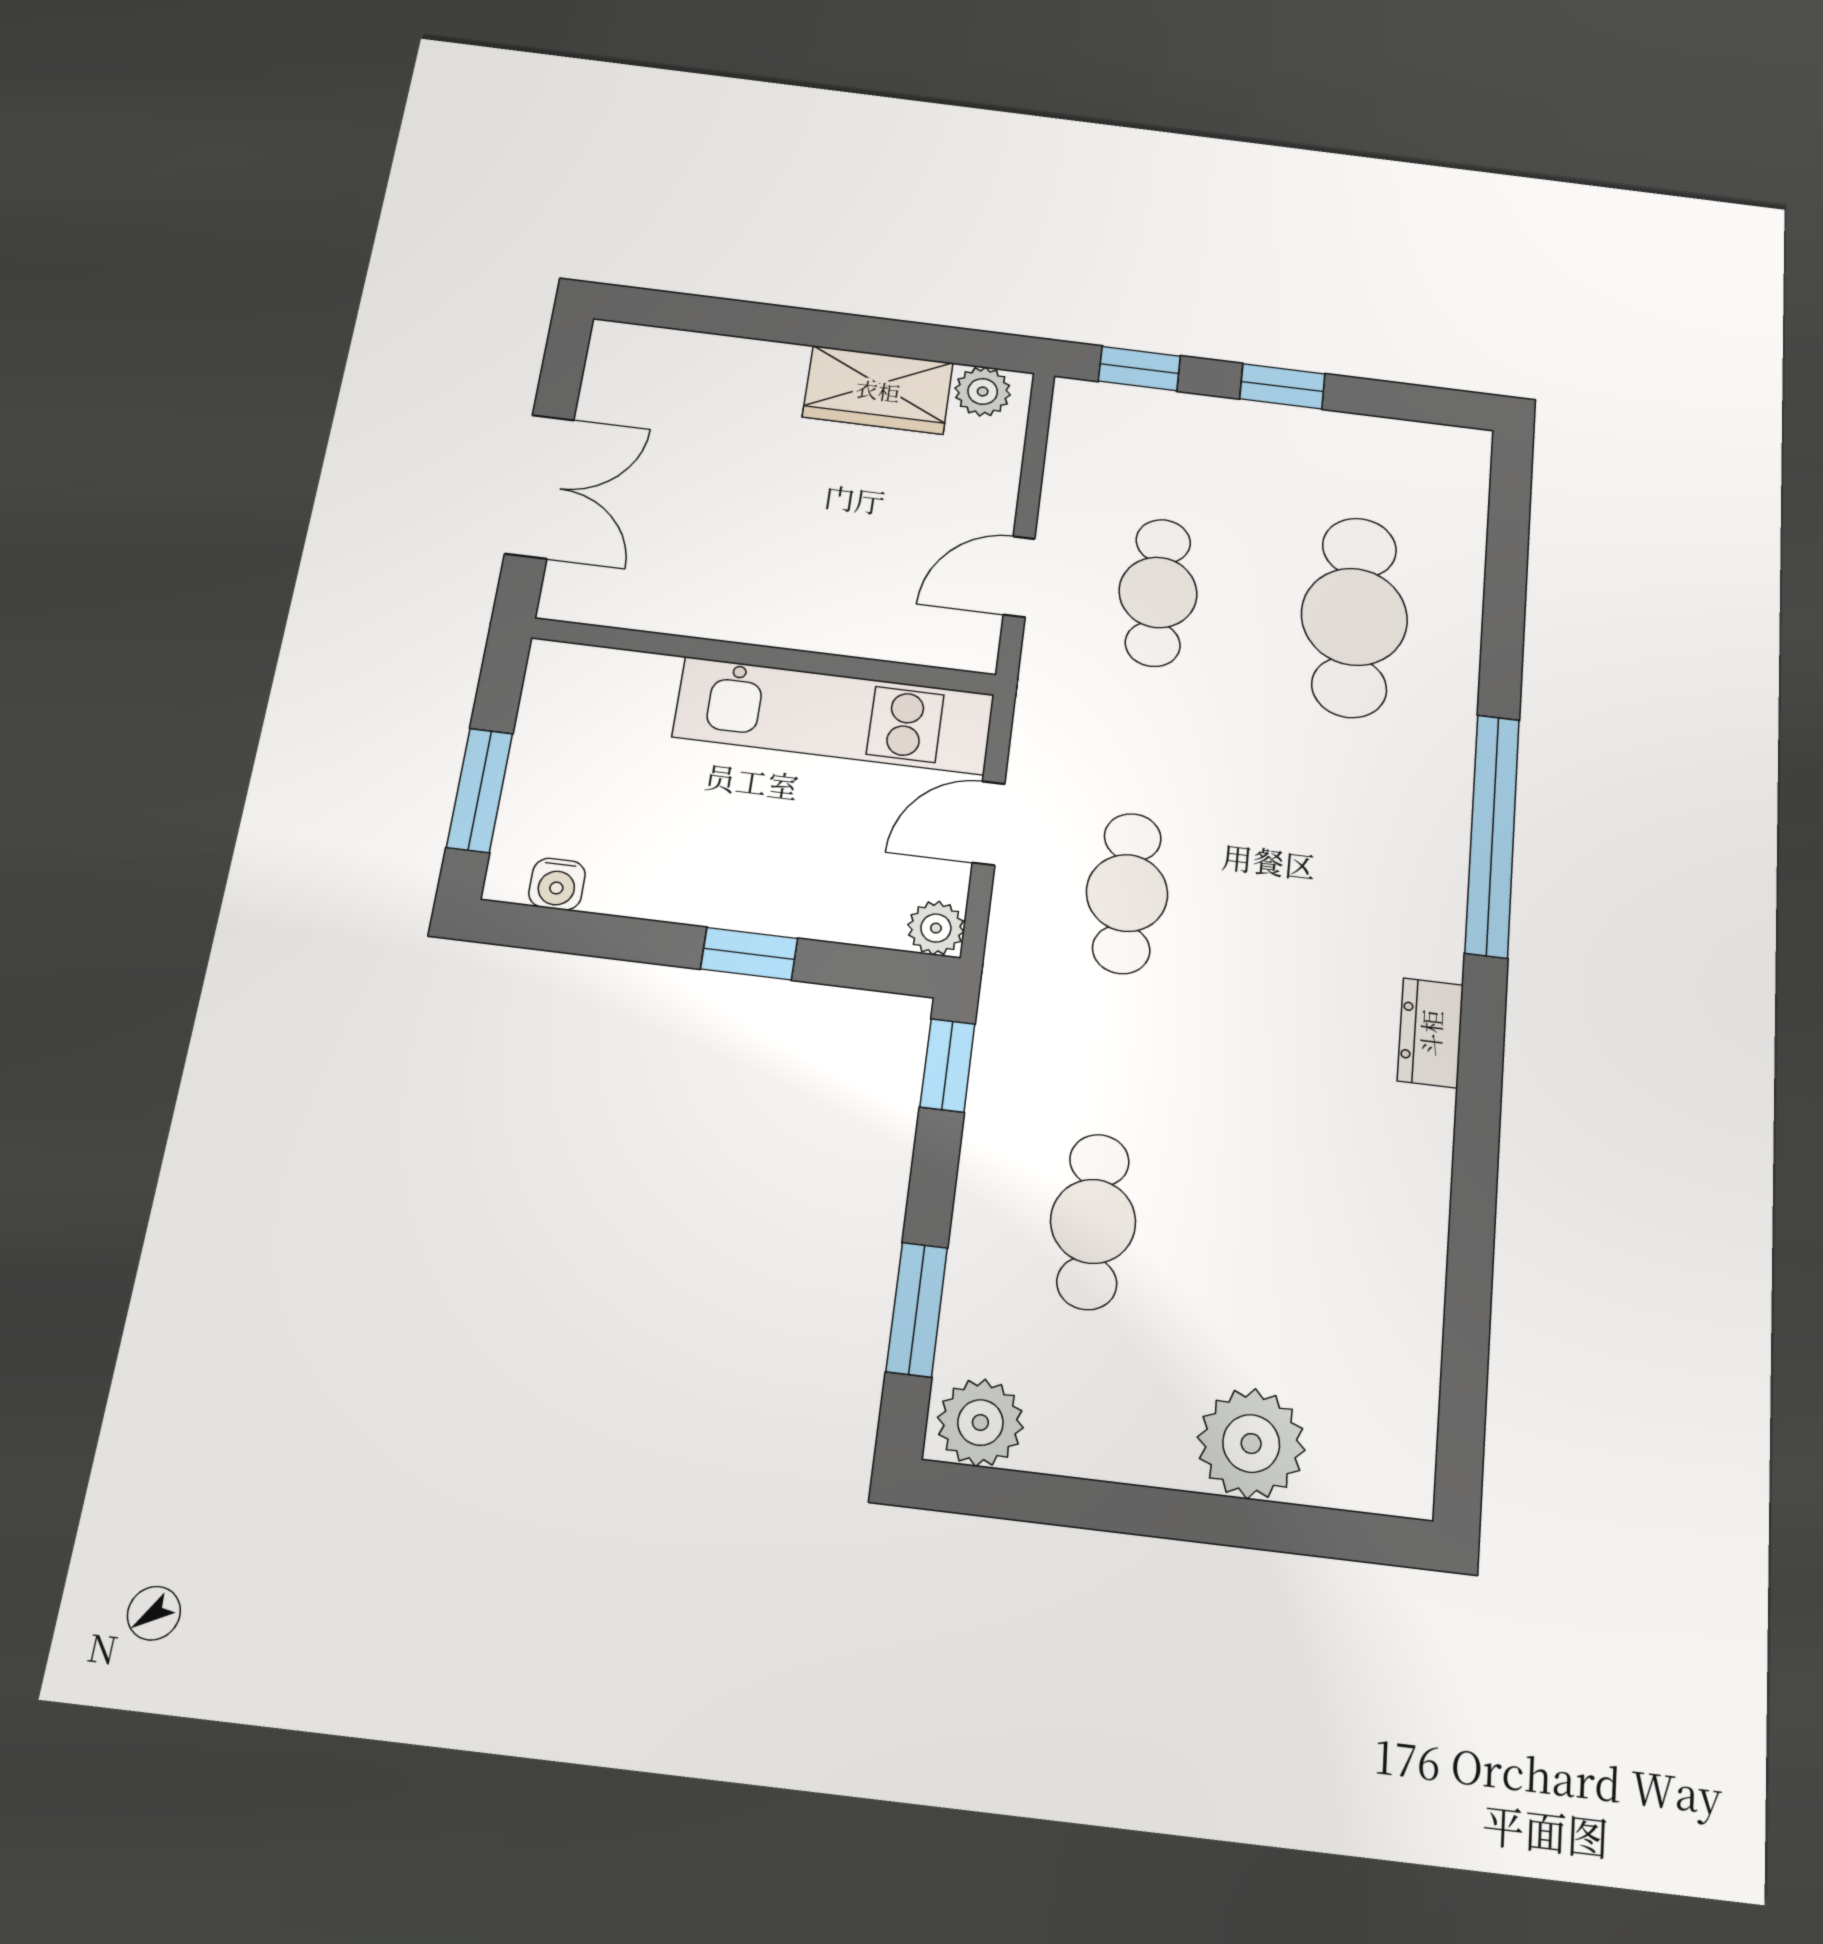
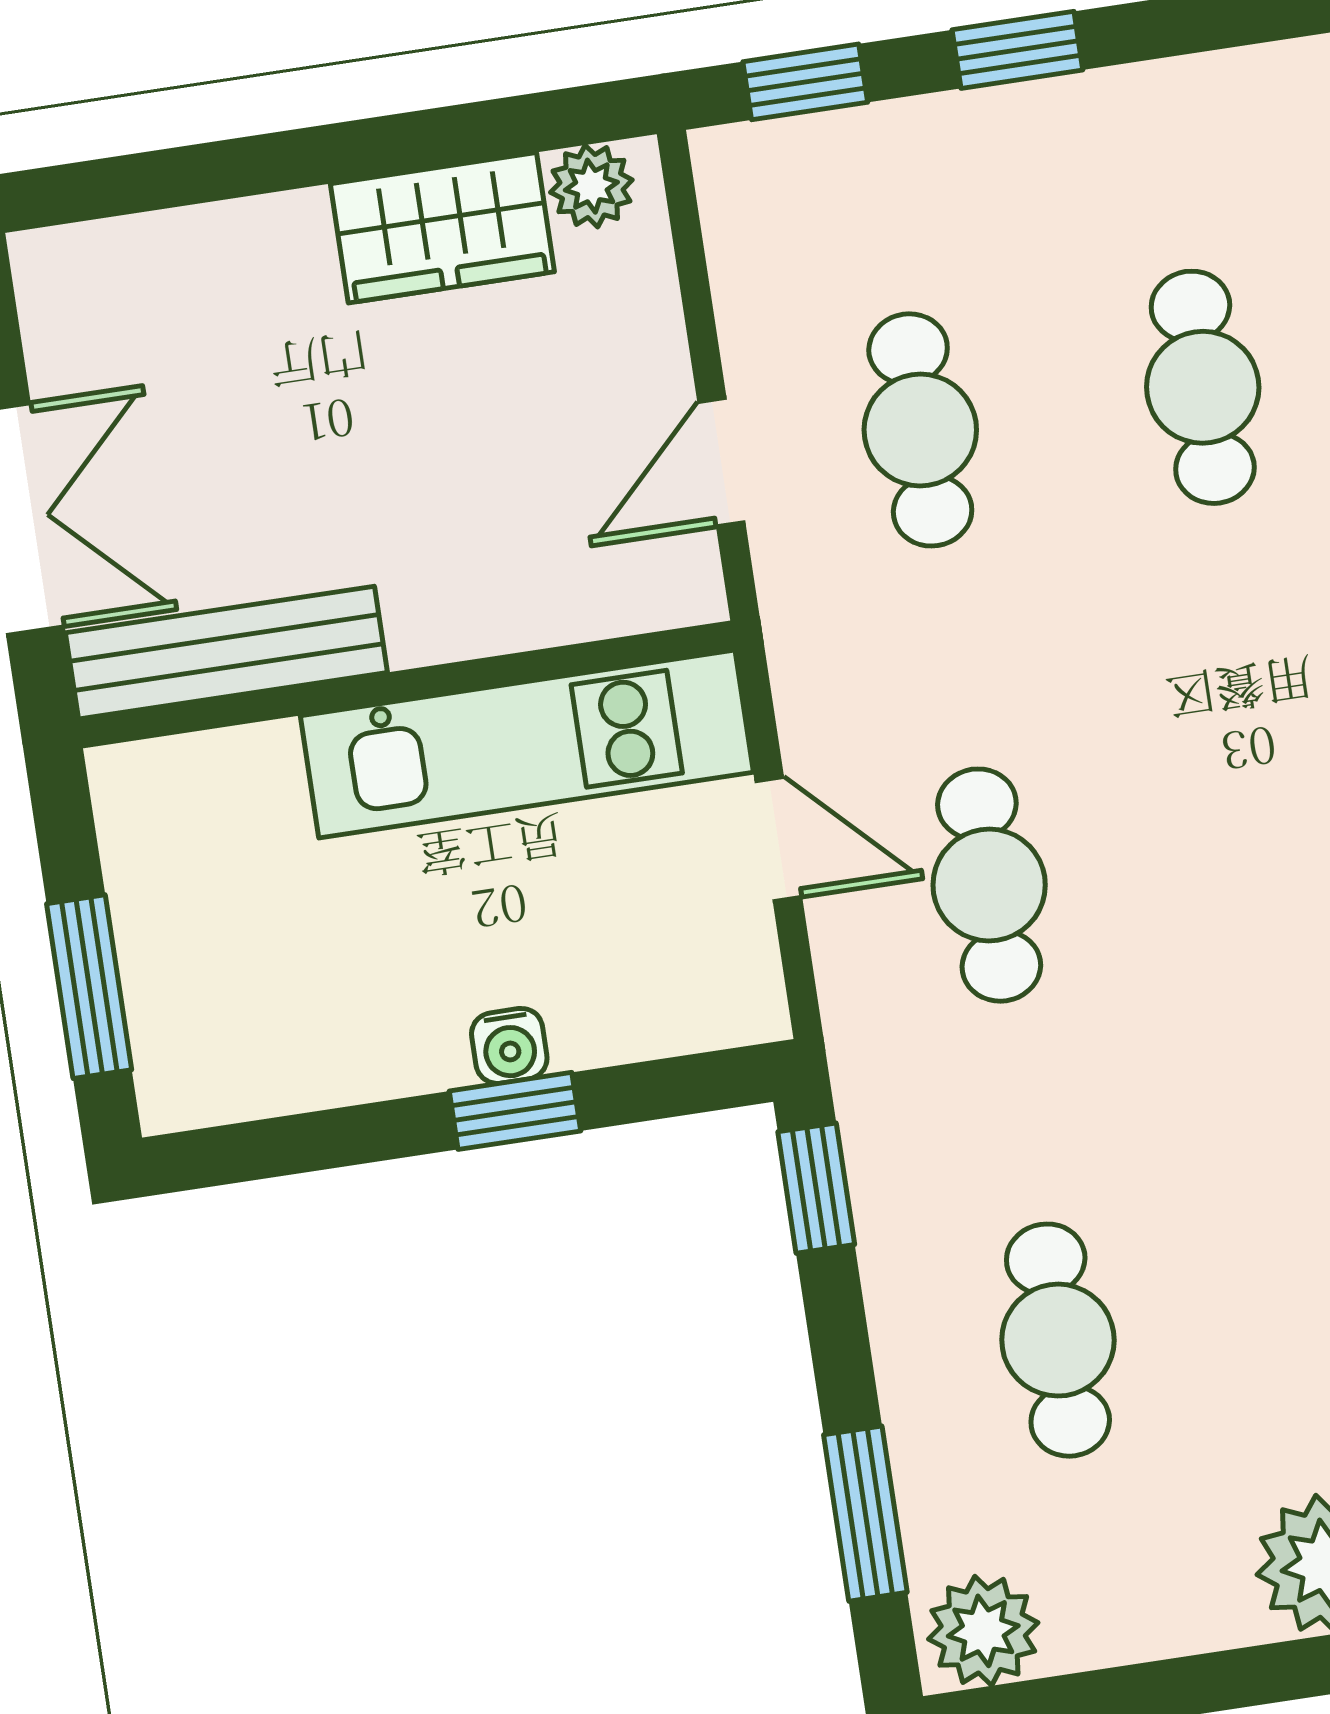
bench: (649, 604) -> (226, 653), added
cafe table: (1354, 617) -> (1203, 387), width x0.73, depth x0.74
door: (989, 823) -> (778, 839), swing flipped
water cooler: (557, 884) -> (509, 1046), moved
plant: (936, 928) -> (749, 1006), removed

